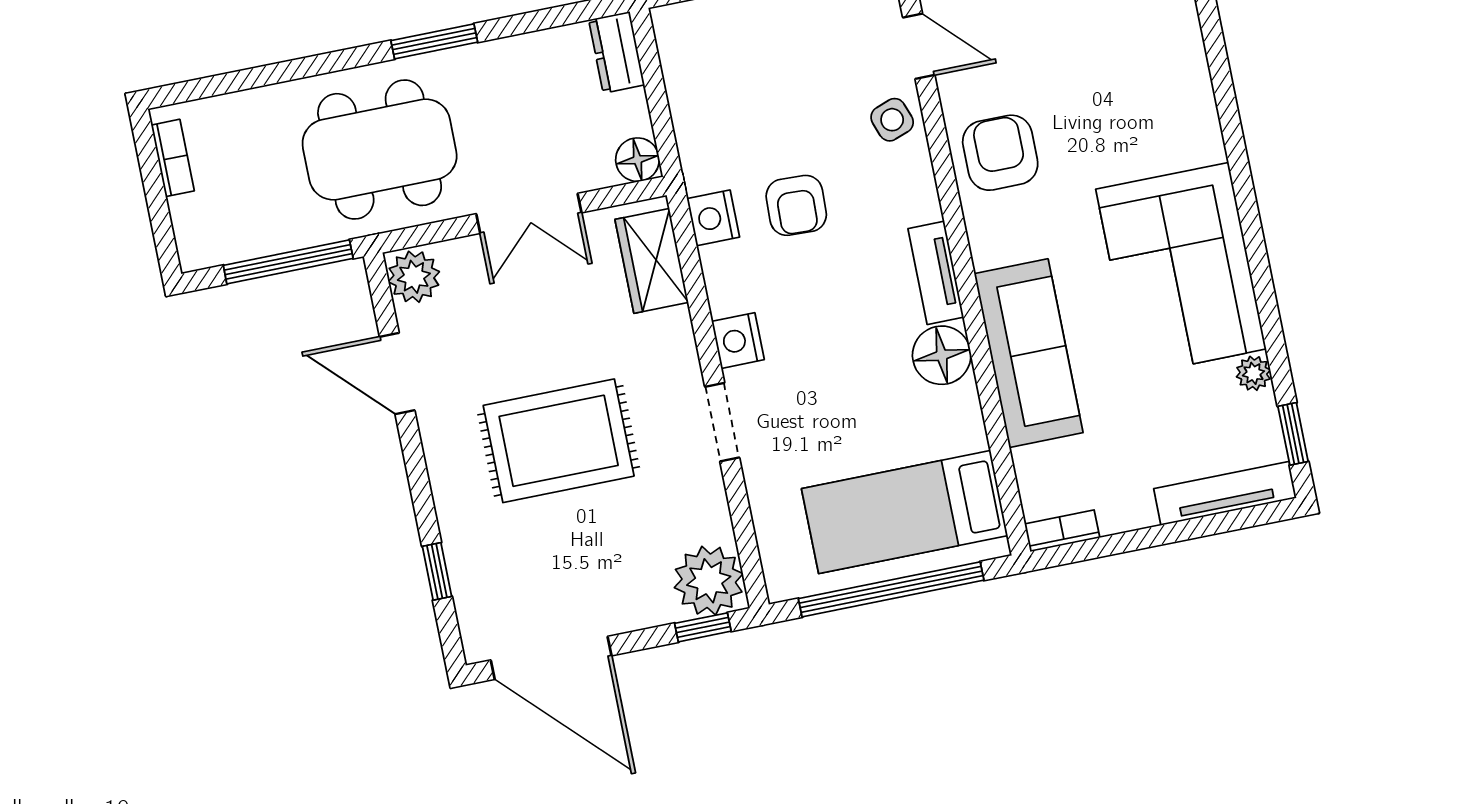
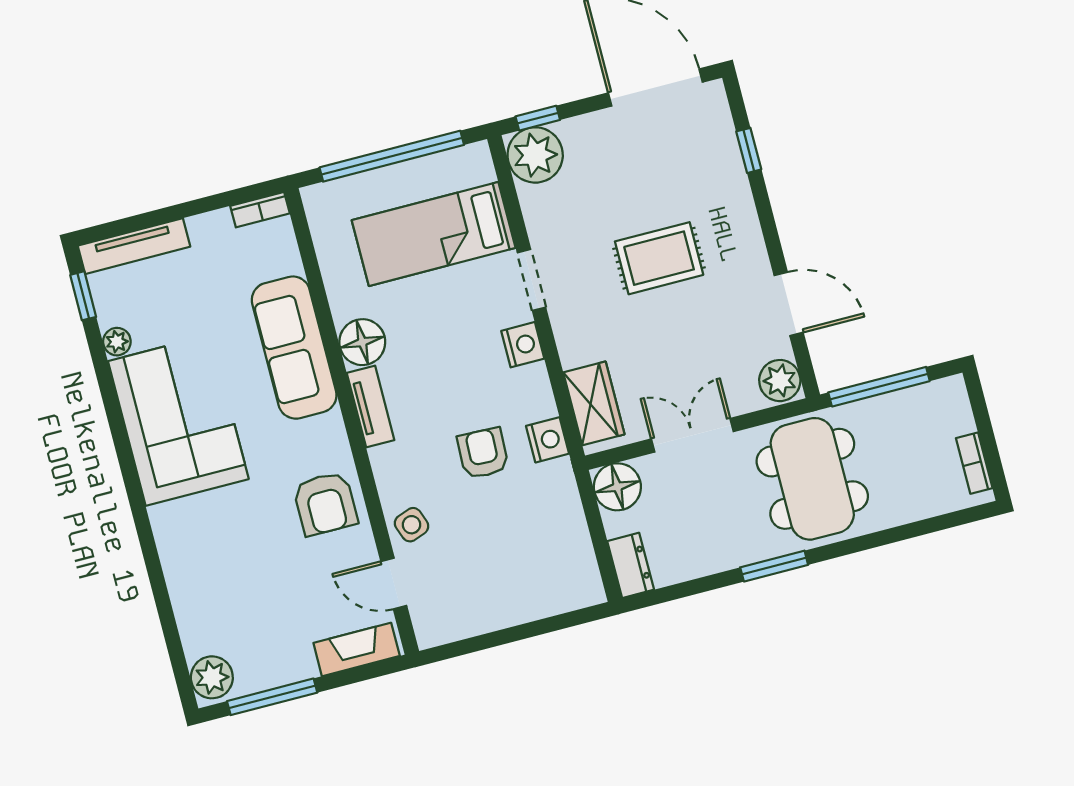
dining table: (380, 150) -> (812, 479), turned 90
floor lamp: (637, 160) -> (617, 487), width x1.38, depth x1.38
rug: (559, 441) -> (659, 258), width x0.73, depth x0.70
bed: (905, 512) -> (434, 234), moved, turned 180

